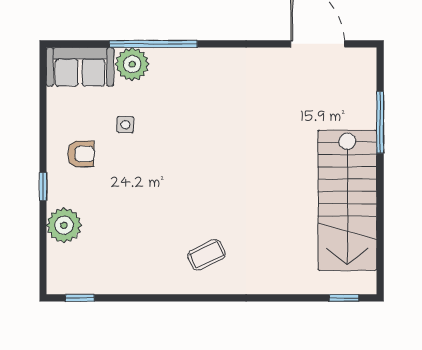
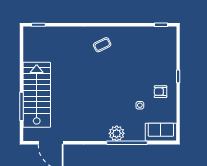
plant: (132, 64) -> (117, 133), moved
stairs: (347, 200) -> (37, 95), moved
plant: (64, 225) -> (168, 58), removed

